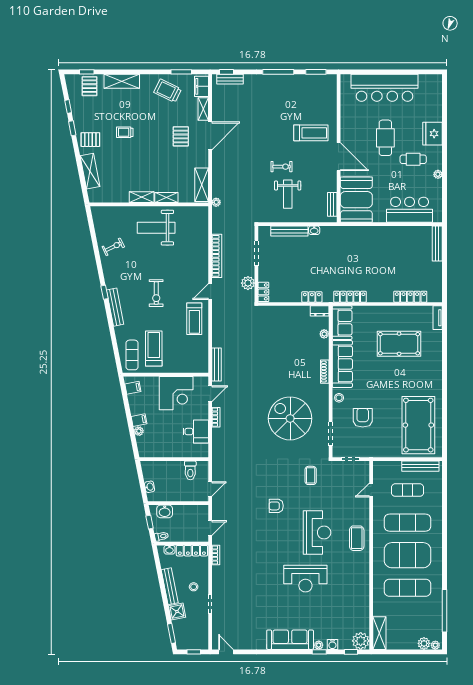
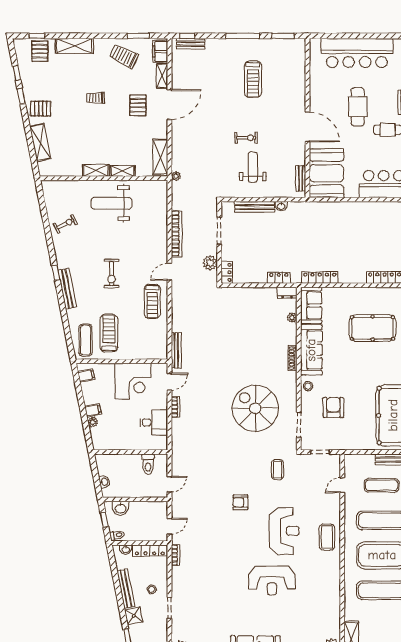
trolley: (125, 132) -> (96, 98), moved
treadmill: (311, 133) -> (253, 79), moved, turned 90
weight bench: (288, 194) -> (253, 167), turned 180

